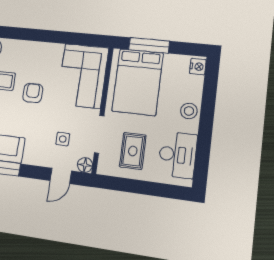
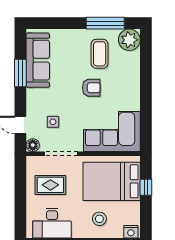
window: (149, 45) -> (146, 187), width x0.46
stool: (189, 111) -> (99, 219), moved

